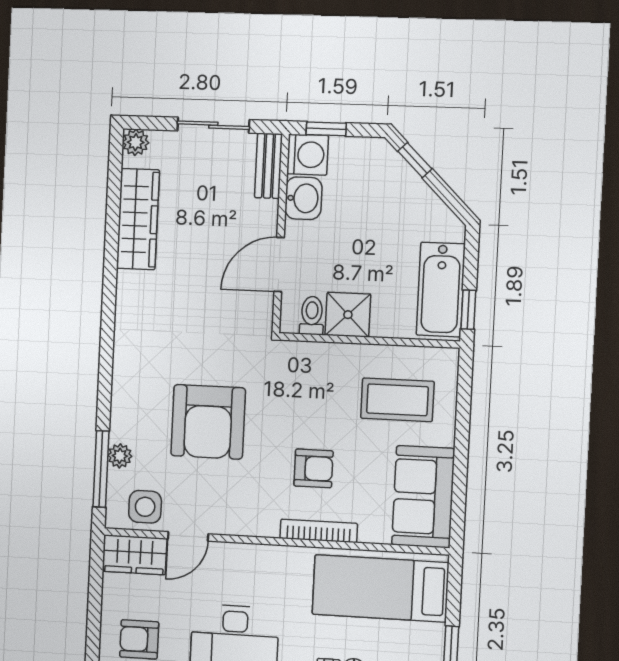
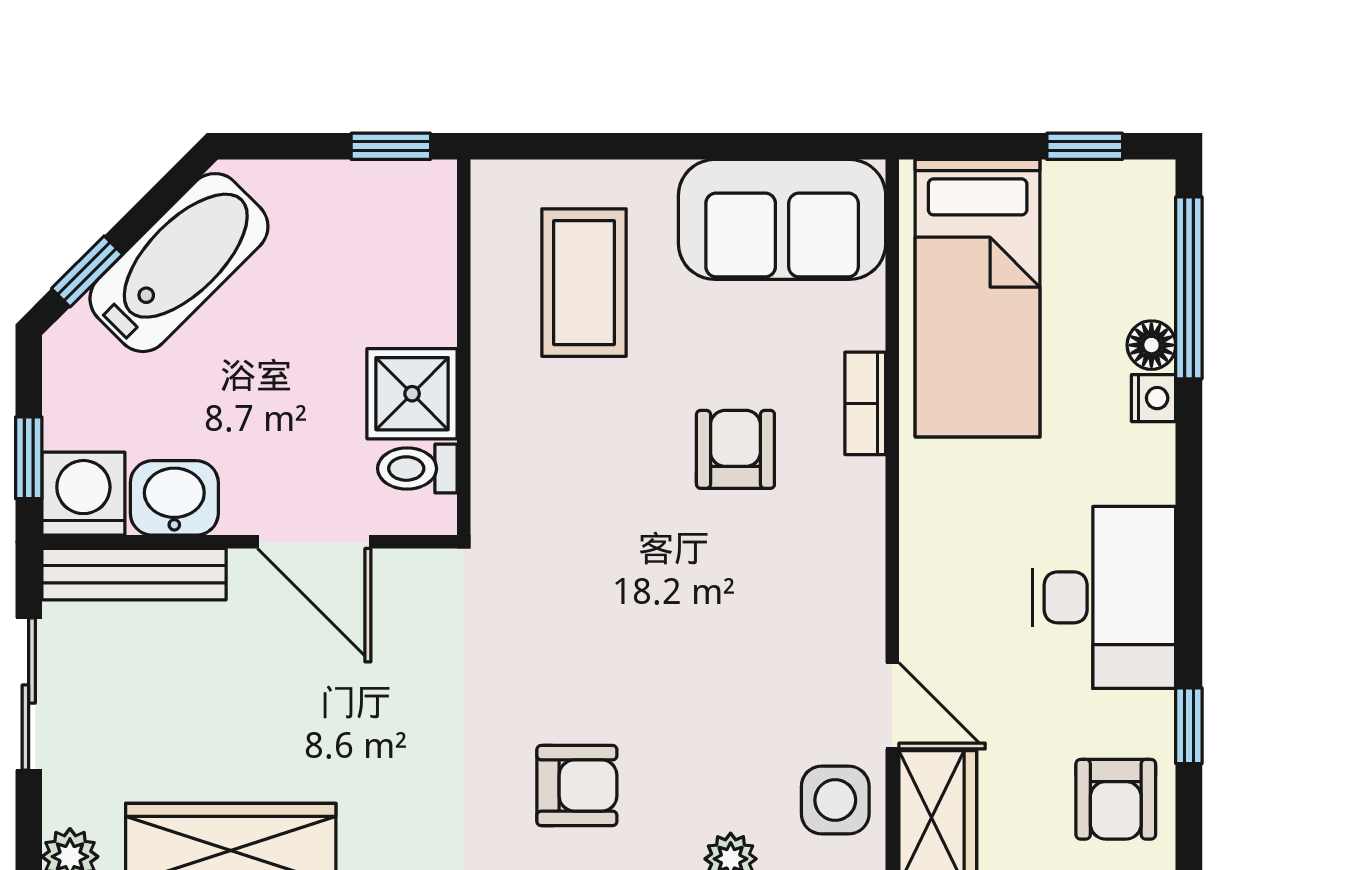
bench: (268, 166) -> (134, 574), width x1.36
bathtub: (441, 289) -> (179, 263), moved, turned -45
armchair: (208, 422) -> (577, 786), moved, width x0.53, depth x0.53
bookcase: (319, 531) -> (865, 403), width x0.64

